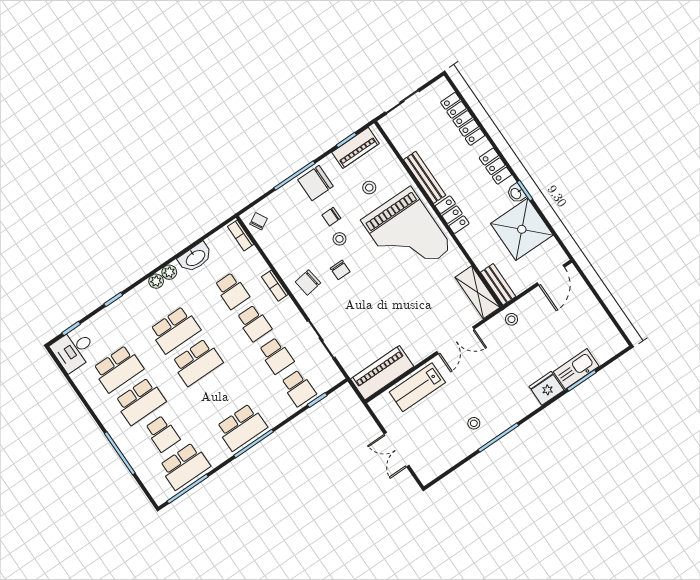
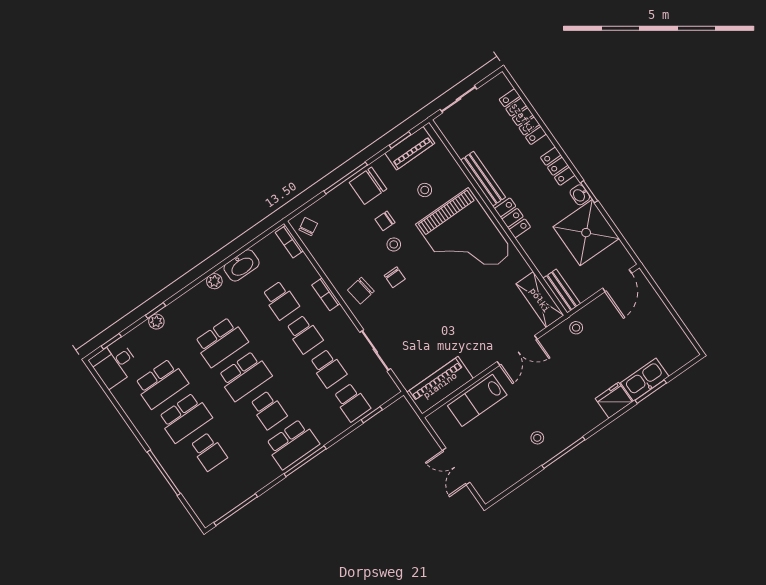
plant: (156, 281) -> (156, 322), moved
school desk: (185, 466) -> (268, 410), moved, width x0.54

